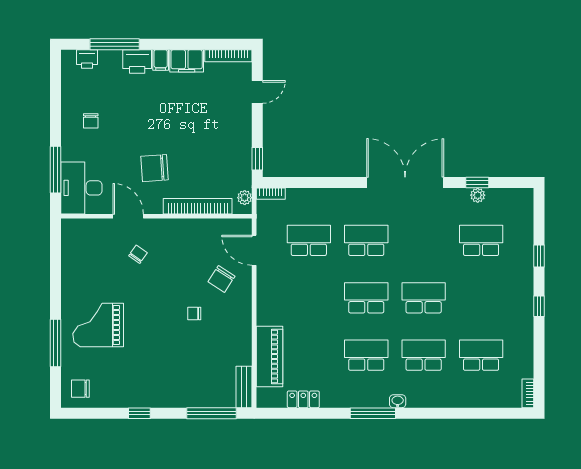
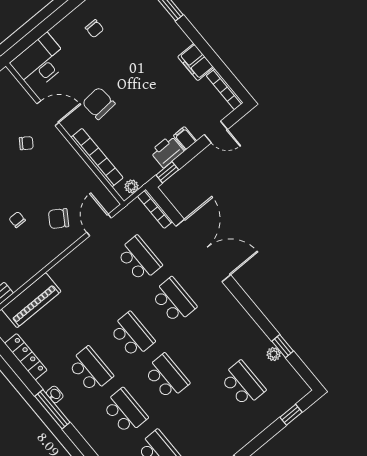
filing cabinet: (161, 60) -> (185, 138), moved, turned 90
printer: (137, 62) -> (167, 151), moved, turned 90
chair: (91, 121) -> (94, 29), turned -90
window: (55, 170) -> (38, 32), removed
double door: (405, 182) -> (203, 250), moved
bookcase: (271, 194) -> (155, 209), width x1.56
door: (128, 216) -> (48, 113), hinge flipped
window: (539, 256) -> (291, 415), moved
locker: (303, 399) -> (26, 357), width x1.53
washbasin: (398, 401) -> (55, 394), moved

